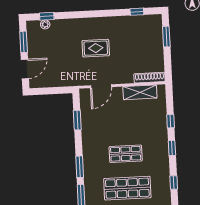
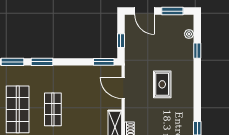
window: (47, 16) -> (197, 51), moved
window: (55, 91) -> (121, 41), added
window: (77, 120) -> (104, 62), moved

